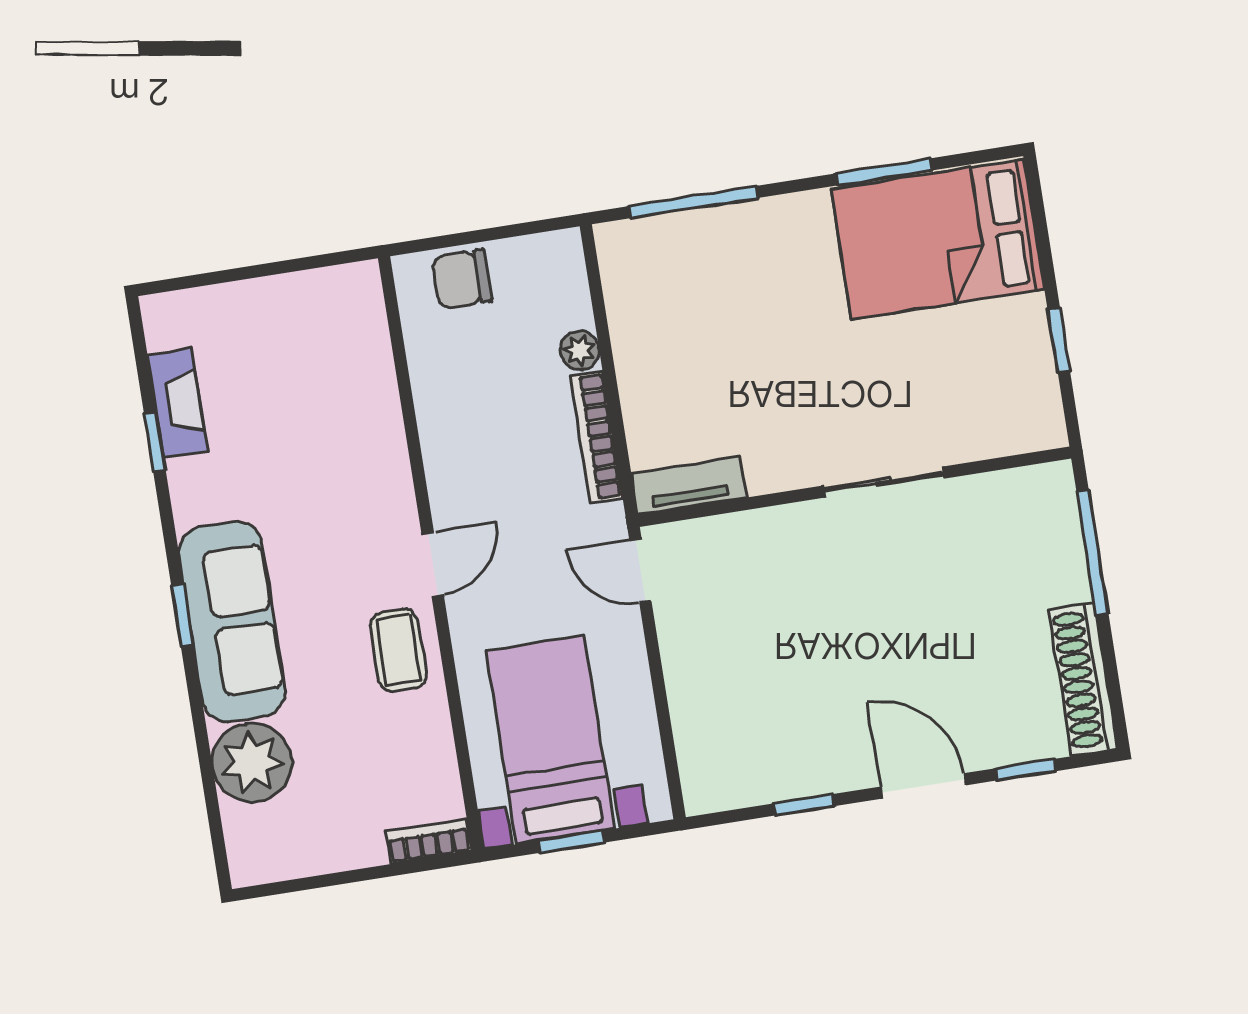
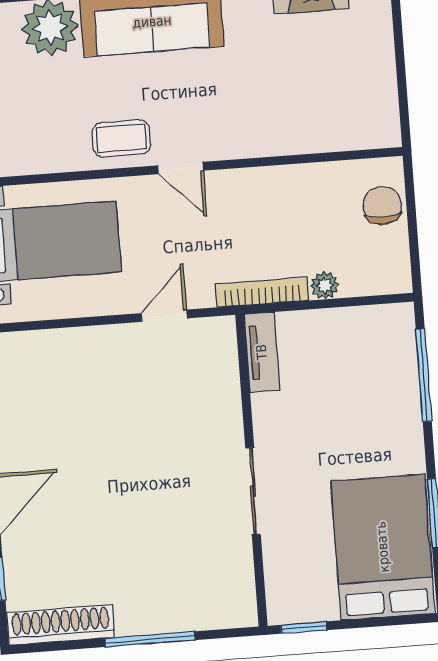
sliding door: (883, 482) -> (253, 491), moved
tv unit: (689, 485) -> (262, 352), moved
wall: (855, 487) -> (251, 470), moved

